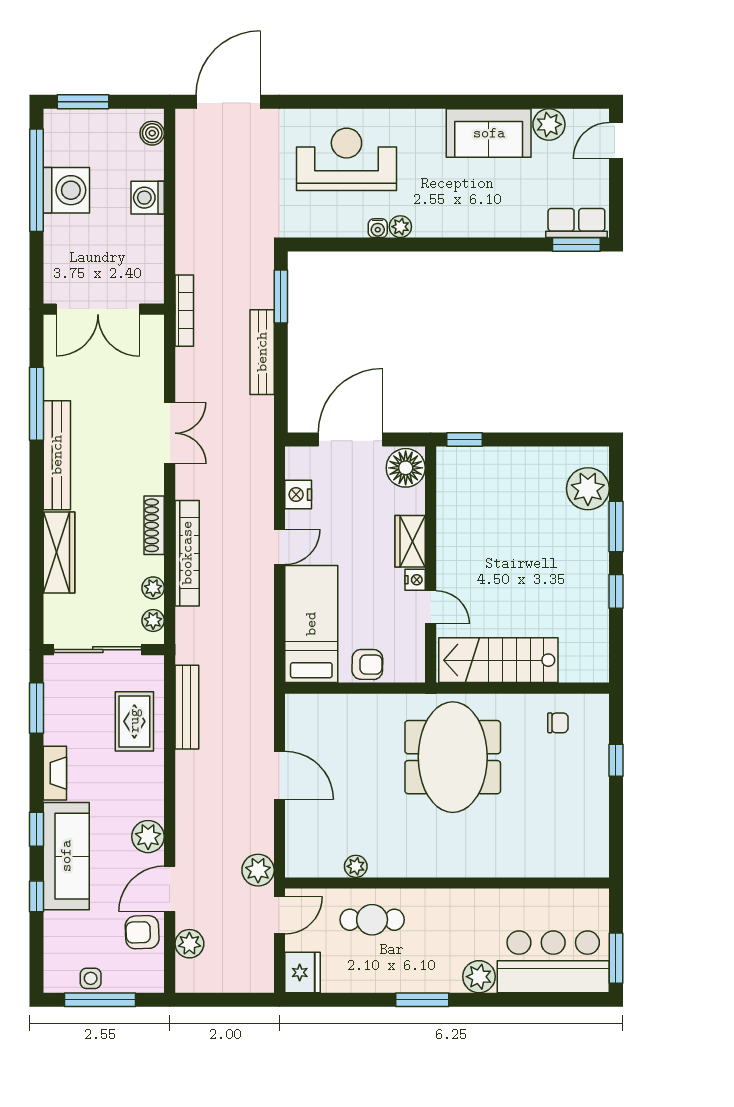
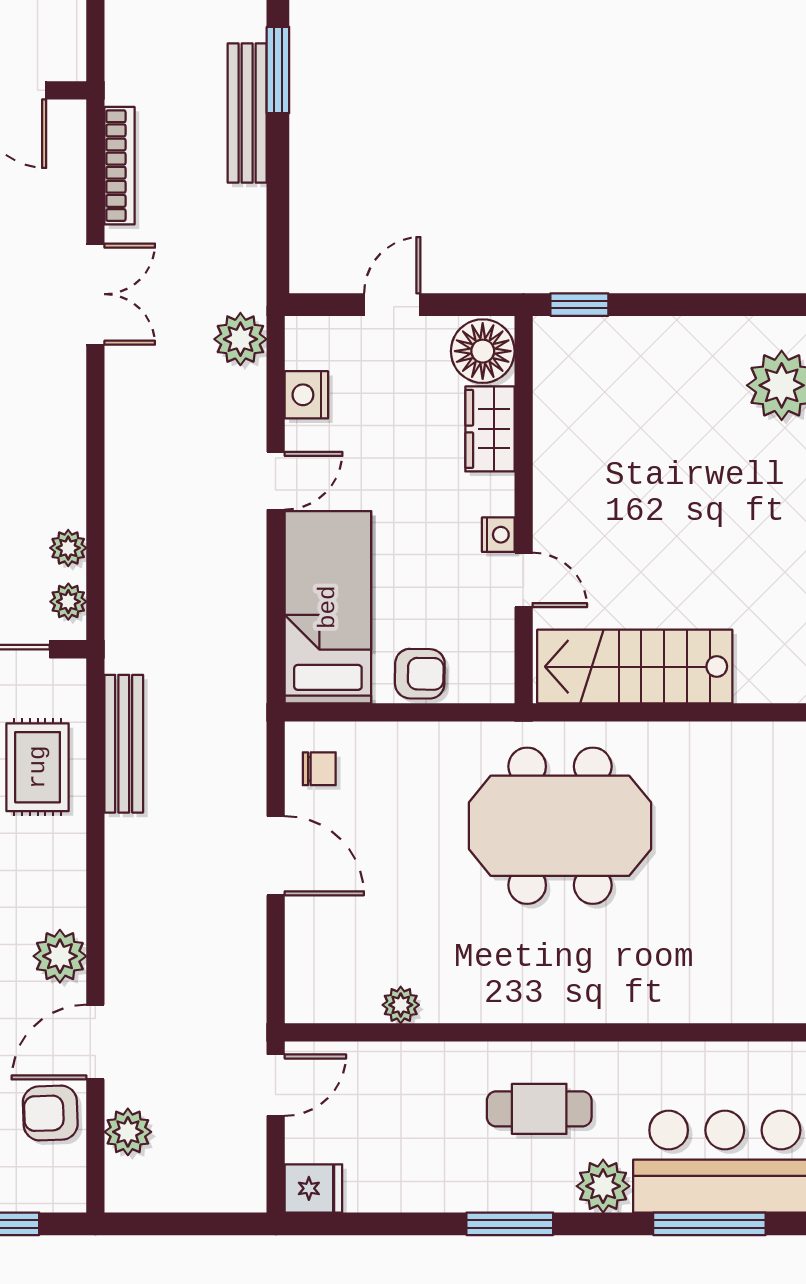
bookcase: (184, 311) -> (119, 166), moved
bench: (262, 352) -> (247, 113), moved
door: (351, 439) -> (392, 305), width x0.53
shoe rack: (154, 525) -> (70, 445), removed
wardrobe: (410, 541) -> (490, 429), moved
bookcase: (187, 553) -> (124, 491), removed
chair: (558, 723) -> (319, 769), moved
meeting table: (453, 757) -> (560, 826), turned 90
plant: (258, 870) -> (240, 339), moved
cafe table: (372, 920) -> (539, 1109), moved
fridge: (303, 972) -> (313, 1188), width x0.72
window: (544, 1000) -> (709, 1224), added

